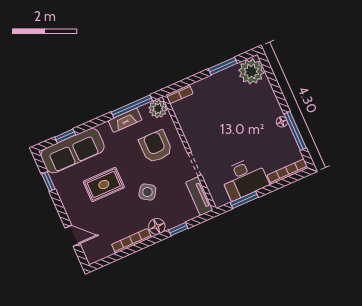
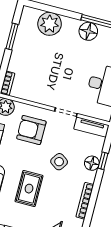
plant: (251, 71) -> (50, 24), moved
floor lamp: (282, 122) -> (88, 31), width x1.89, depth x1.89
floor lamp: (157, 226) -> (92, 163), moved

